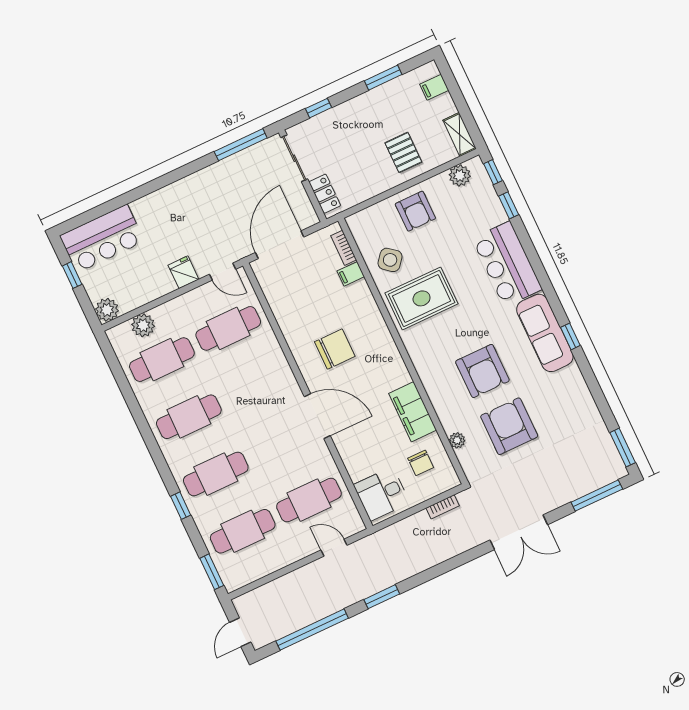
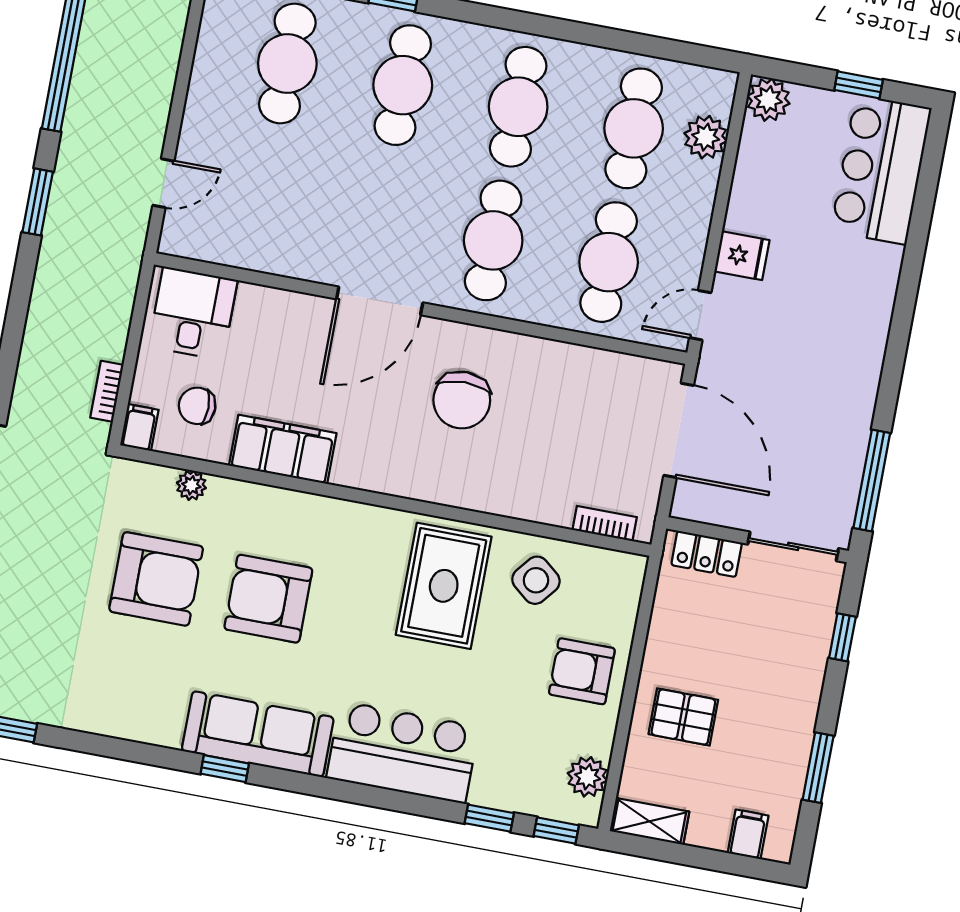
filing cabinet: (351, 274) -> (139, 428), moved
cafe table: (309, 500) -> (493, 240), moved

